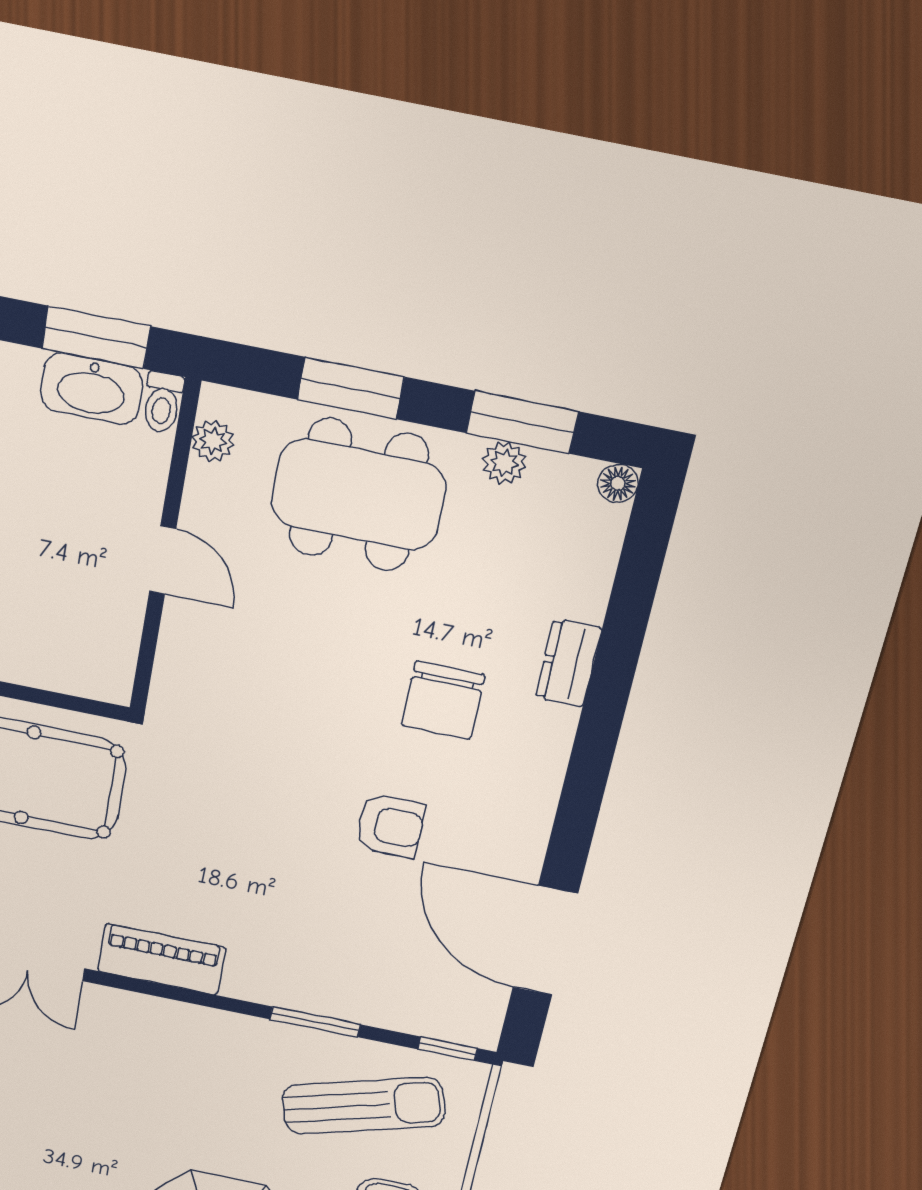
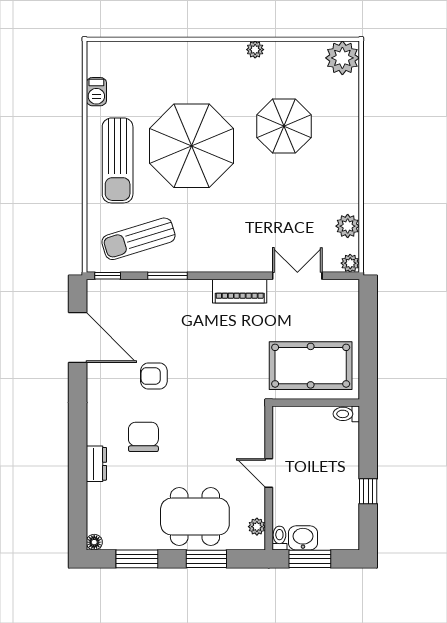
washbasin: (92, 389) -> (303, 538), width x0.72
plant: (504, 463) -> (140, 541), removed

